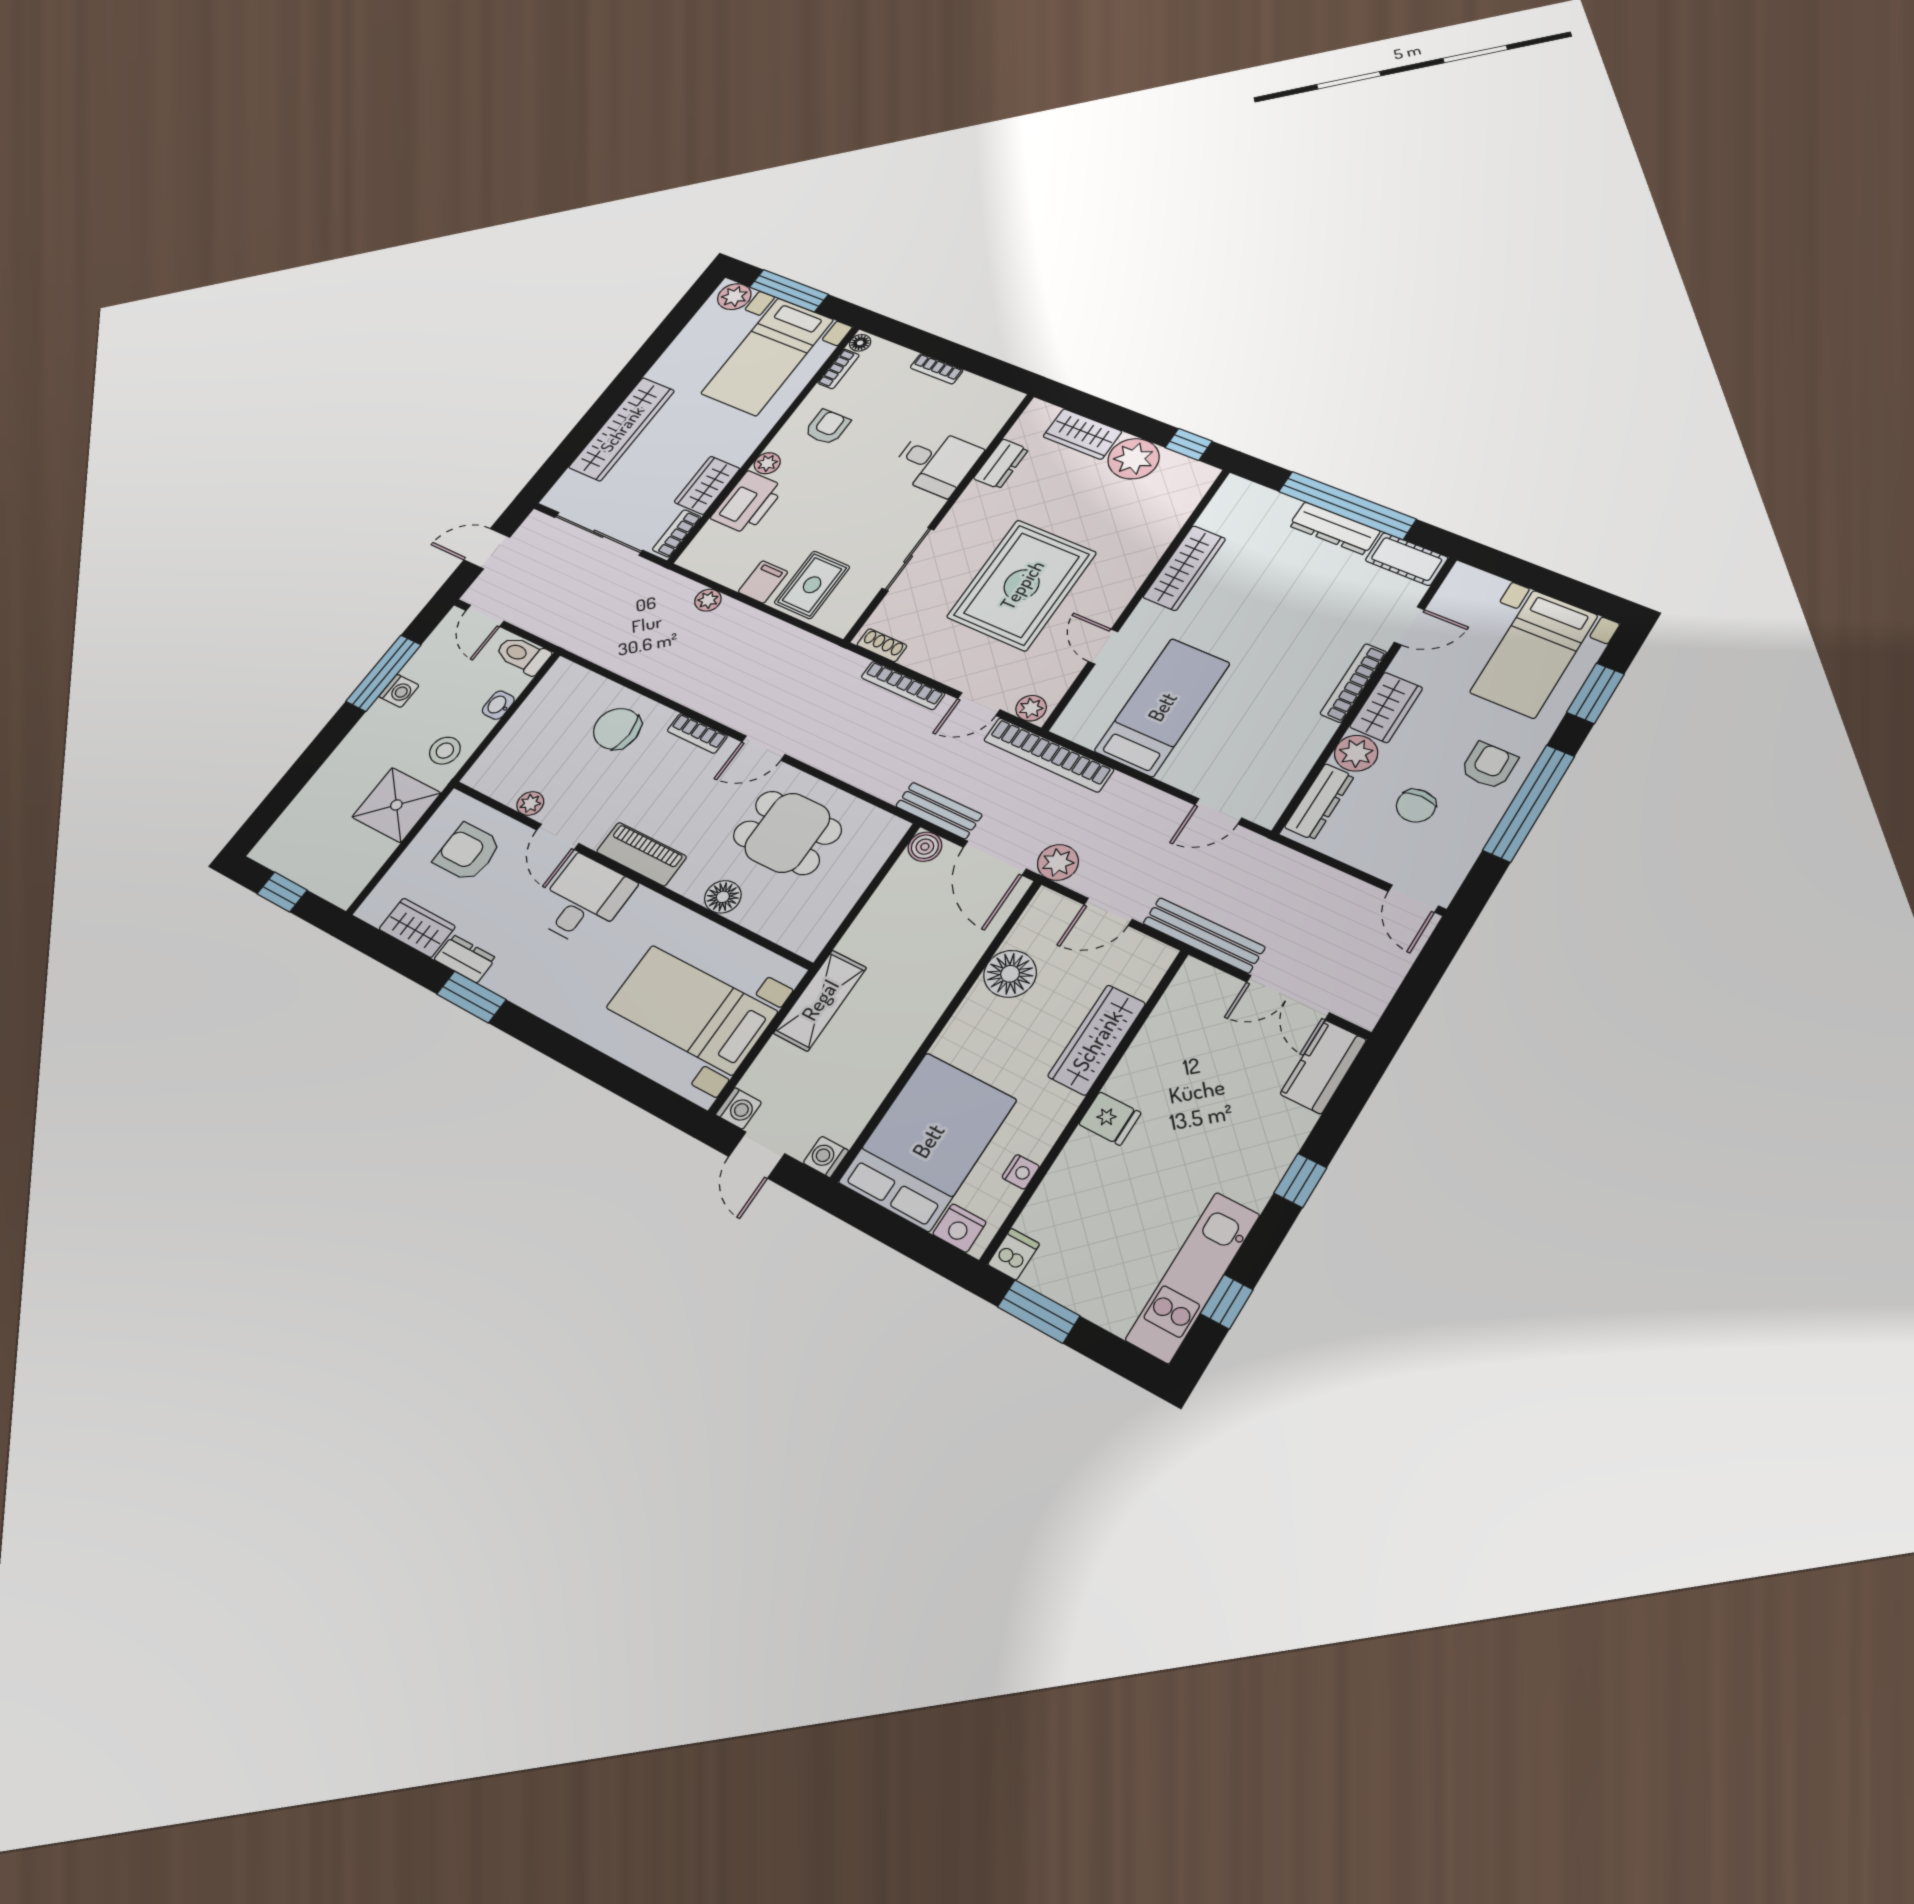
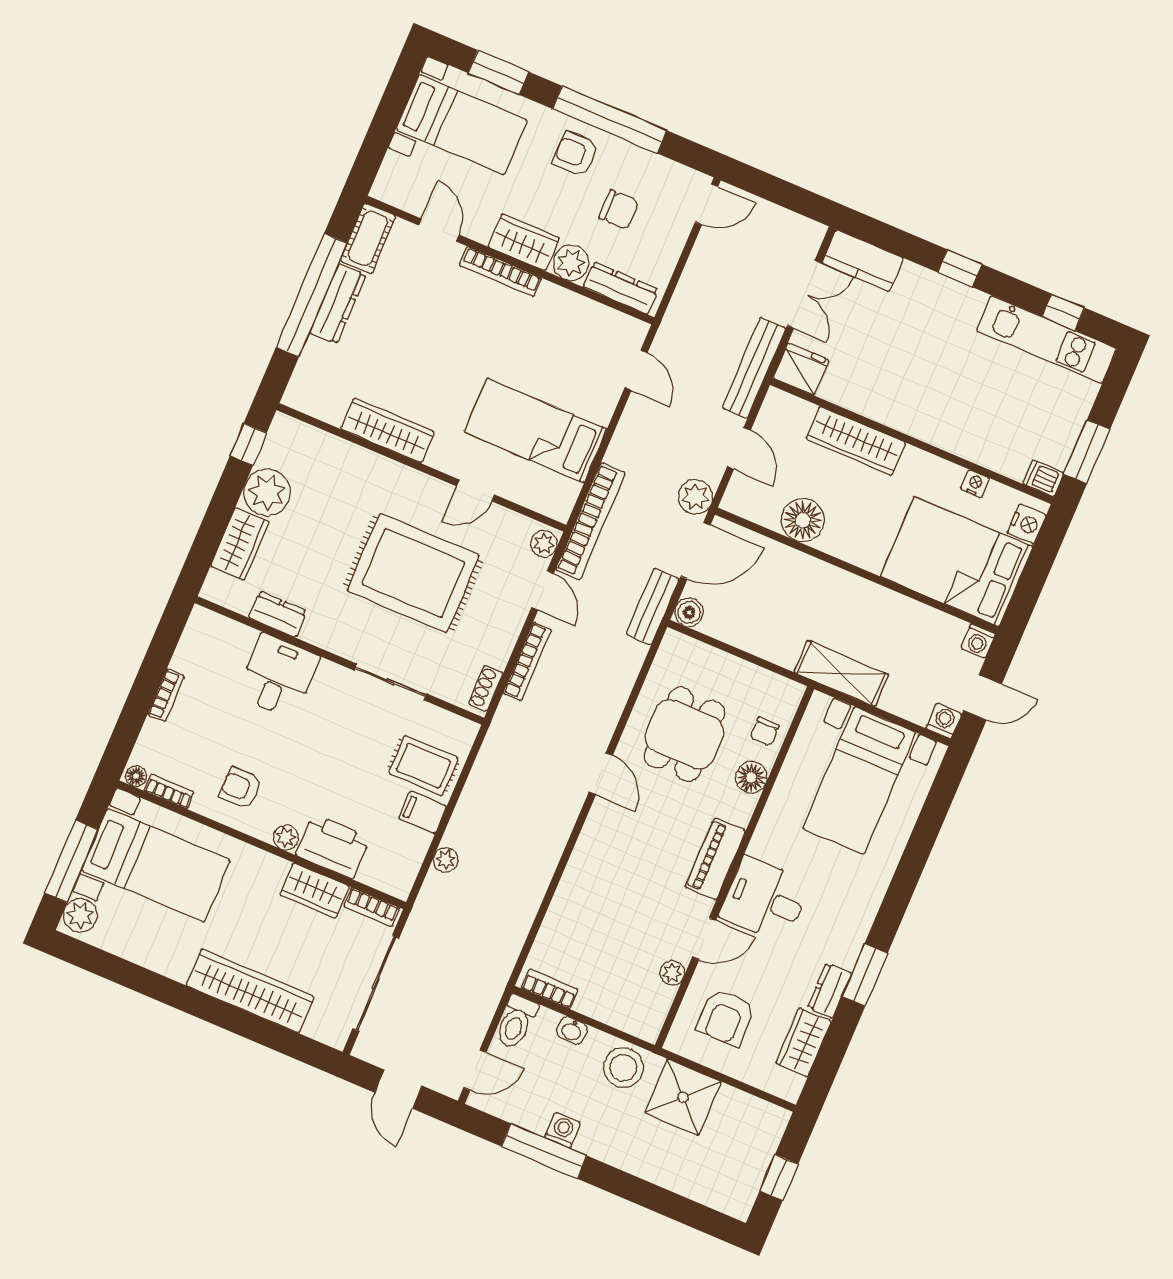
chair: (617, 729) -> (765, 732), moved, width x0.54, depth x0.54
bookcase: (697, 733) -> (550, 989), moved, turned -90
stool: (445, 751) -> (623, 1068), width x1.38, depth x1.38
fridge: (1110, 1119) -> (801, 369), moved, width x1.38

